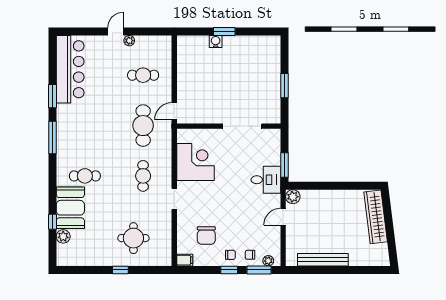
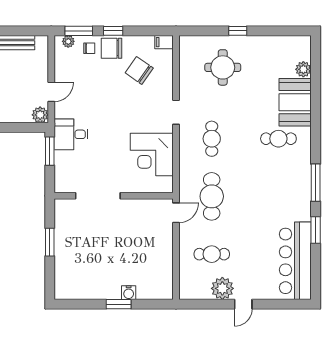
plant: (129, 41) -> (222, 288), width x1.87, depth x1.87
window: (52, 222) -> (316, 86), removed
chair: (206, 235) -> (139, 70), turned -55
chair: (230, 255) -> (112, 48), width x1.87, depth x1.87

